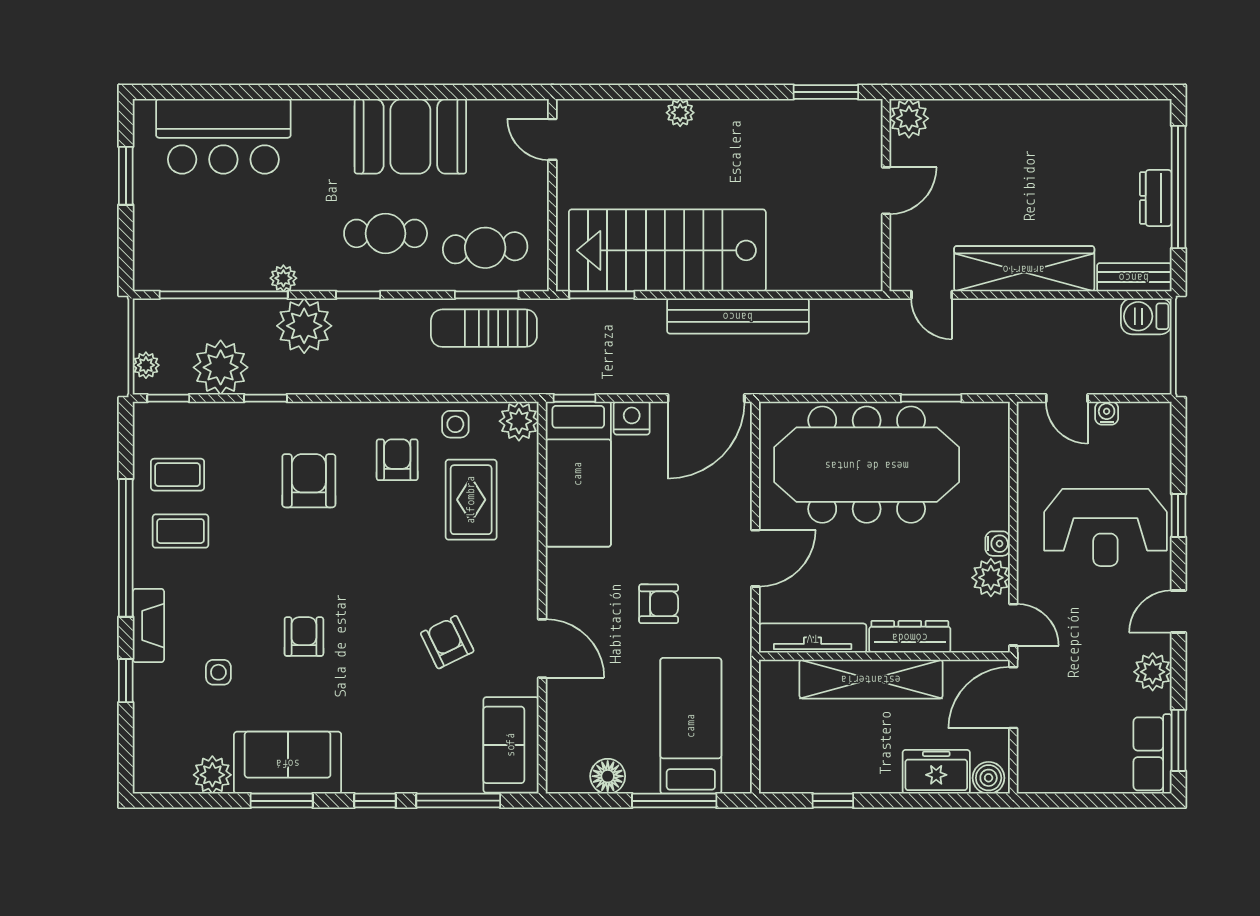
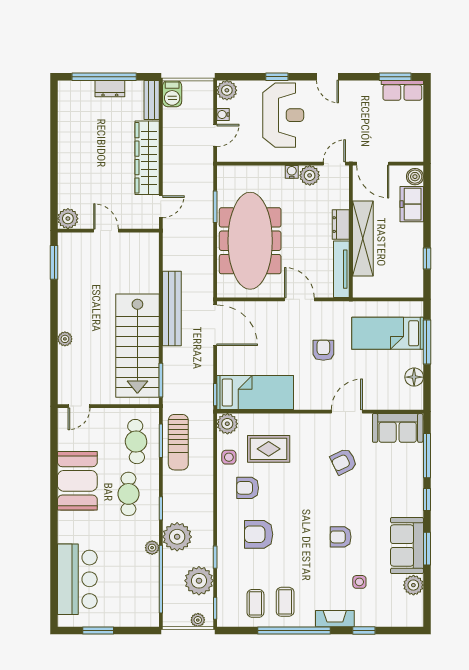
nightstand: (632, 418) -> (226, 364), removed
dresser: (910, 637) -> (341, 225), width x0.70
plant: (1153, 672) -> (227, 90), moved

